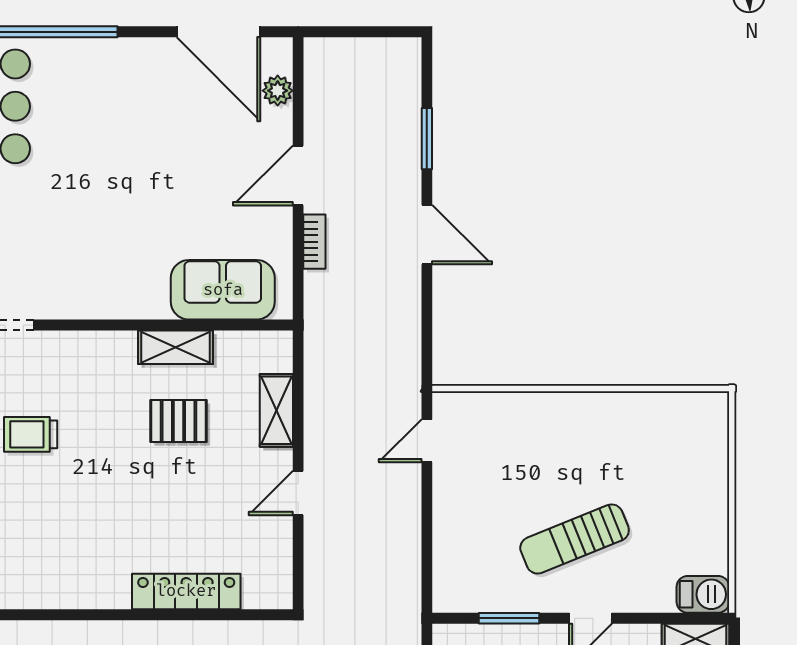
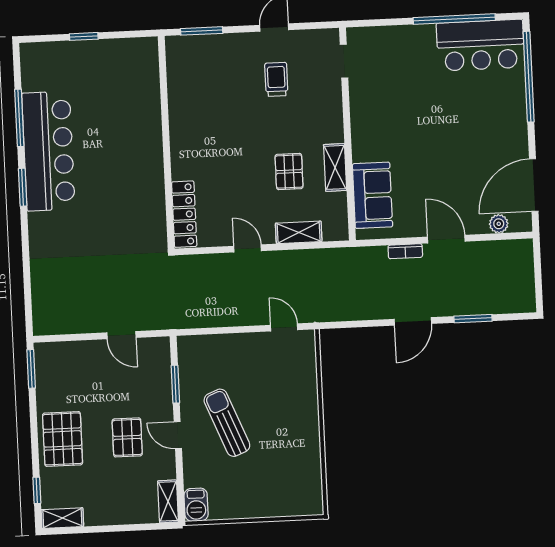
locker: (186, 591) -> (184, 214), moved

